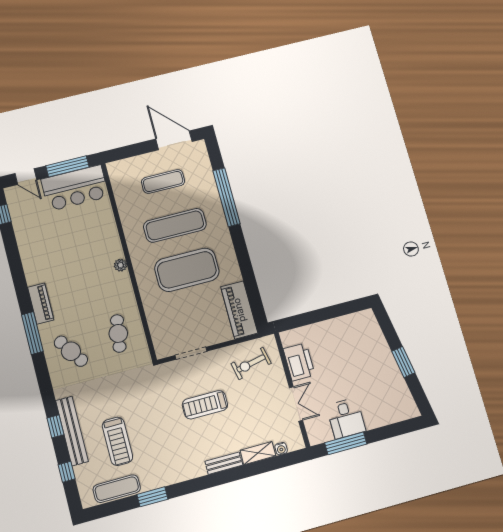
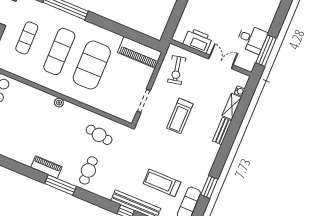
cafe table: (71, 351) -> (88, 170), turned -56
treadmill: (117, 441) -> (162, 183), turned 180

